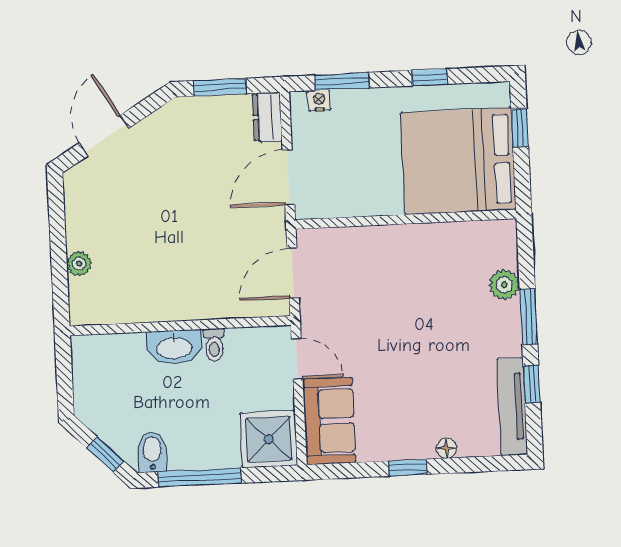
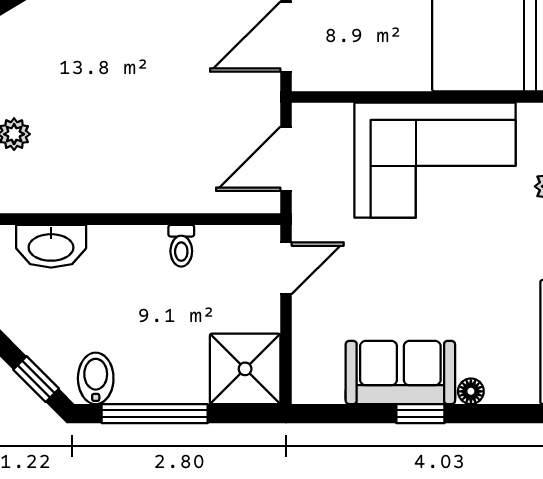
corner sofa: (410, 269) -> (435, 160), added
washbasin: (174, 347) -> (51, 246), moved
door: (297, 359) -> (286, 268), hinge flipped
sofa: (329, 421) -> (400, 372), moved, turned -90

